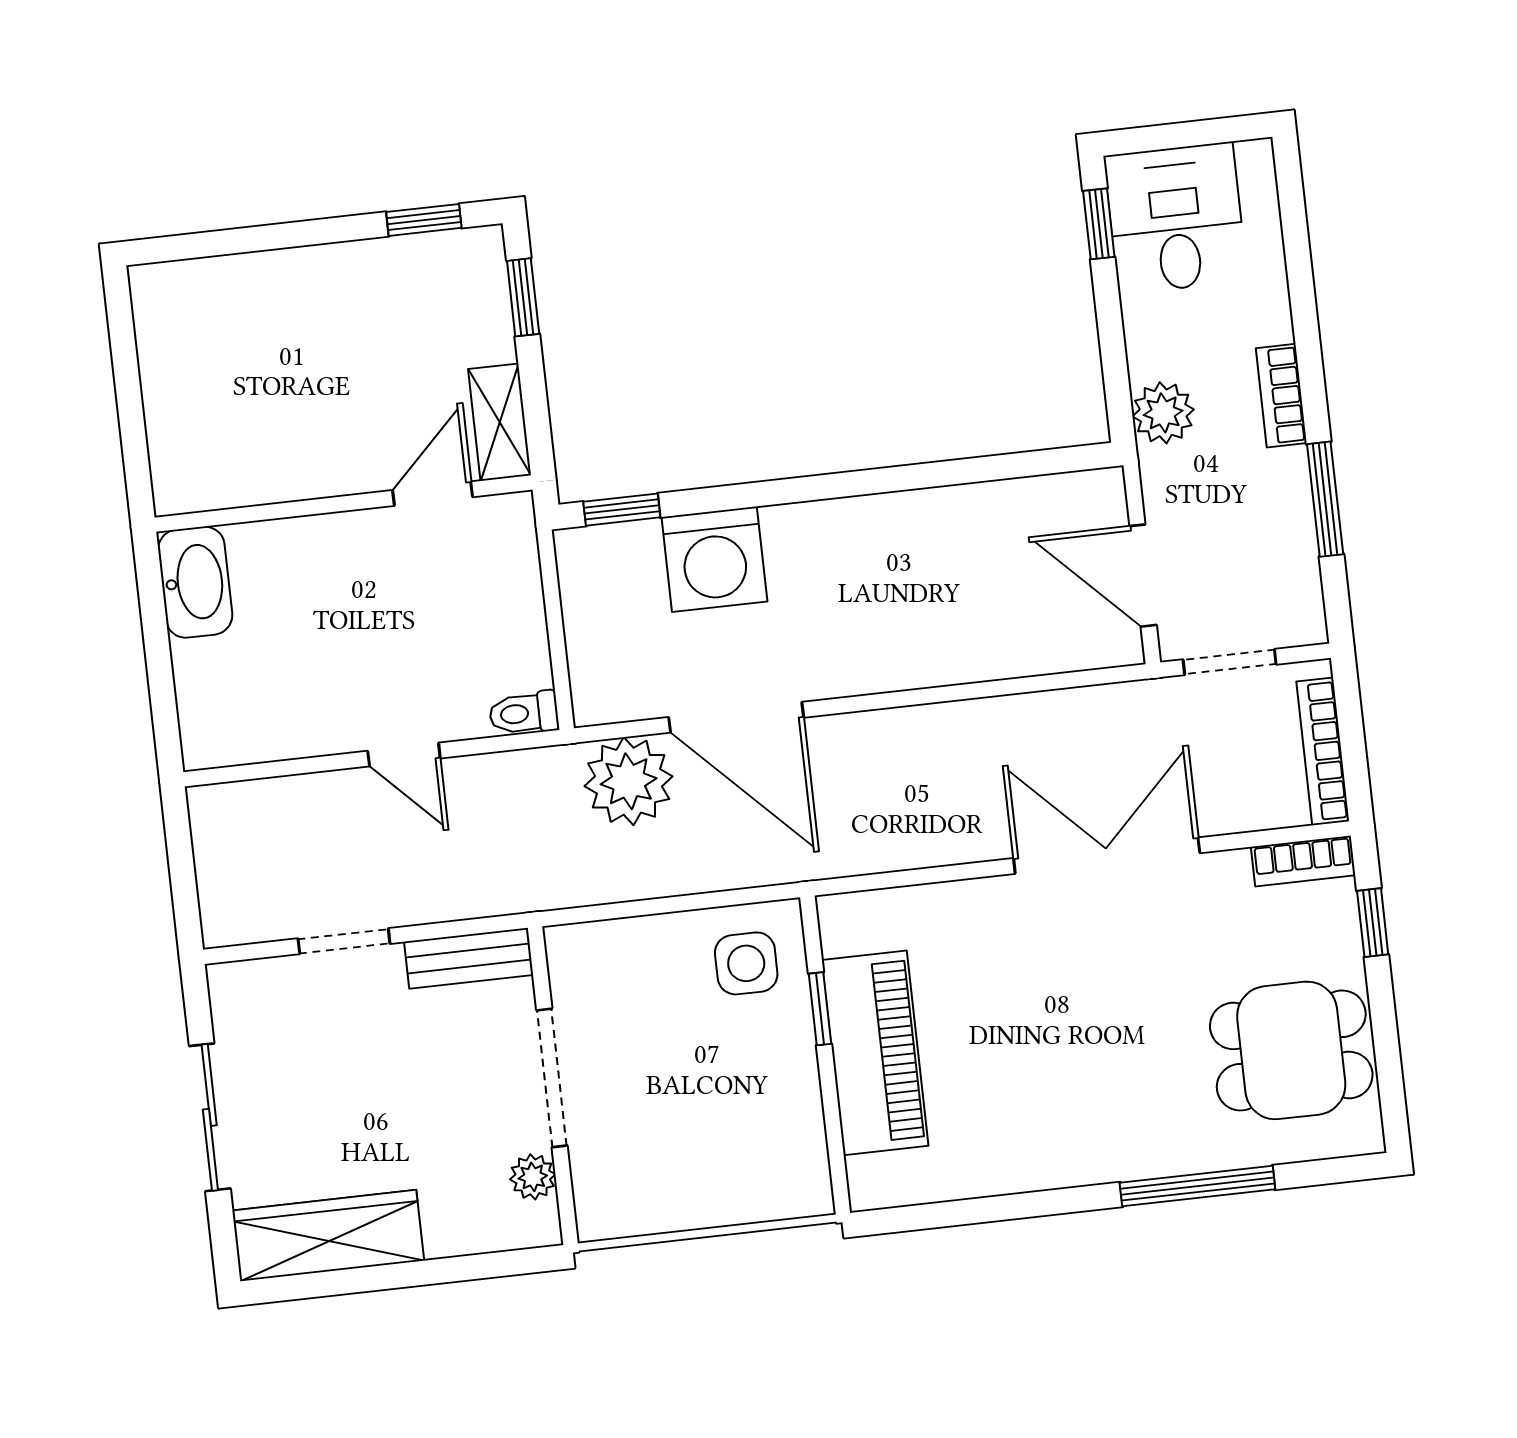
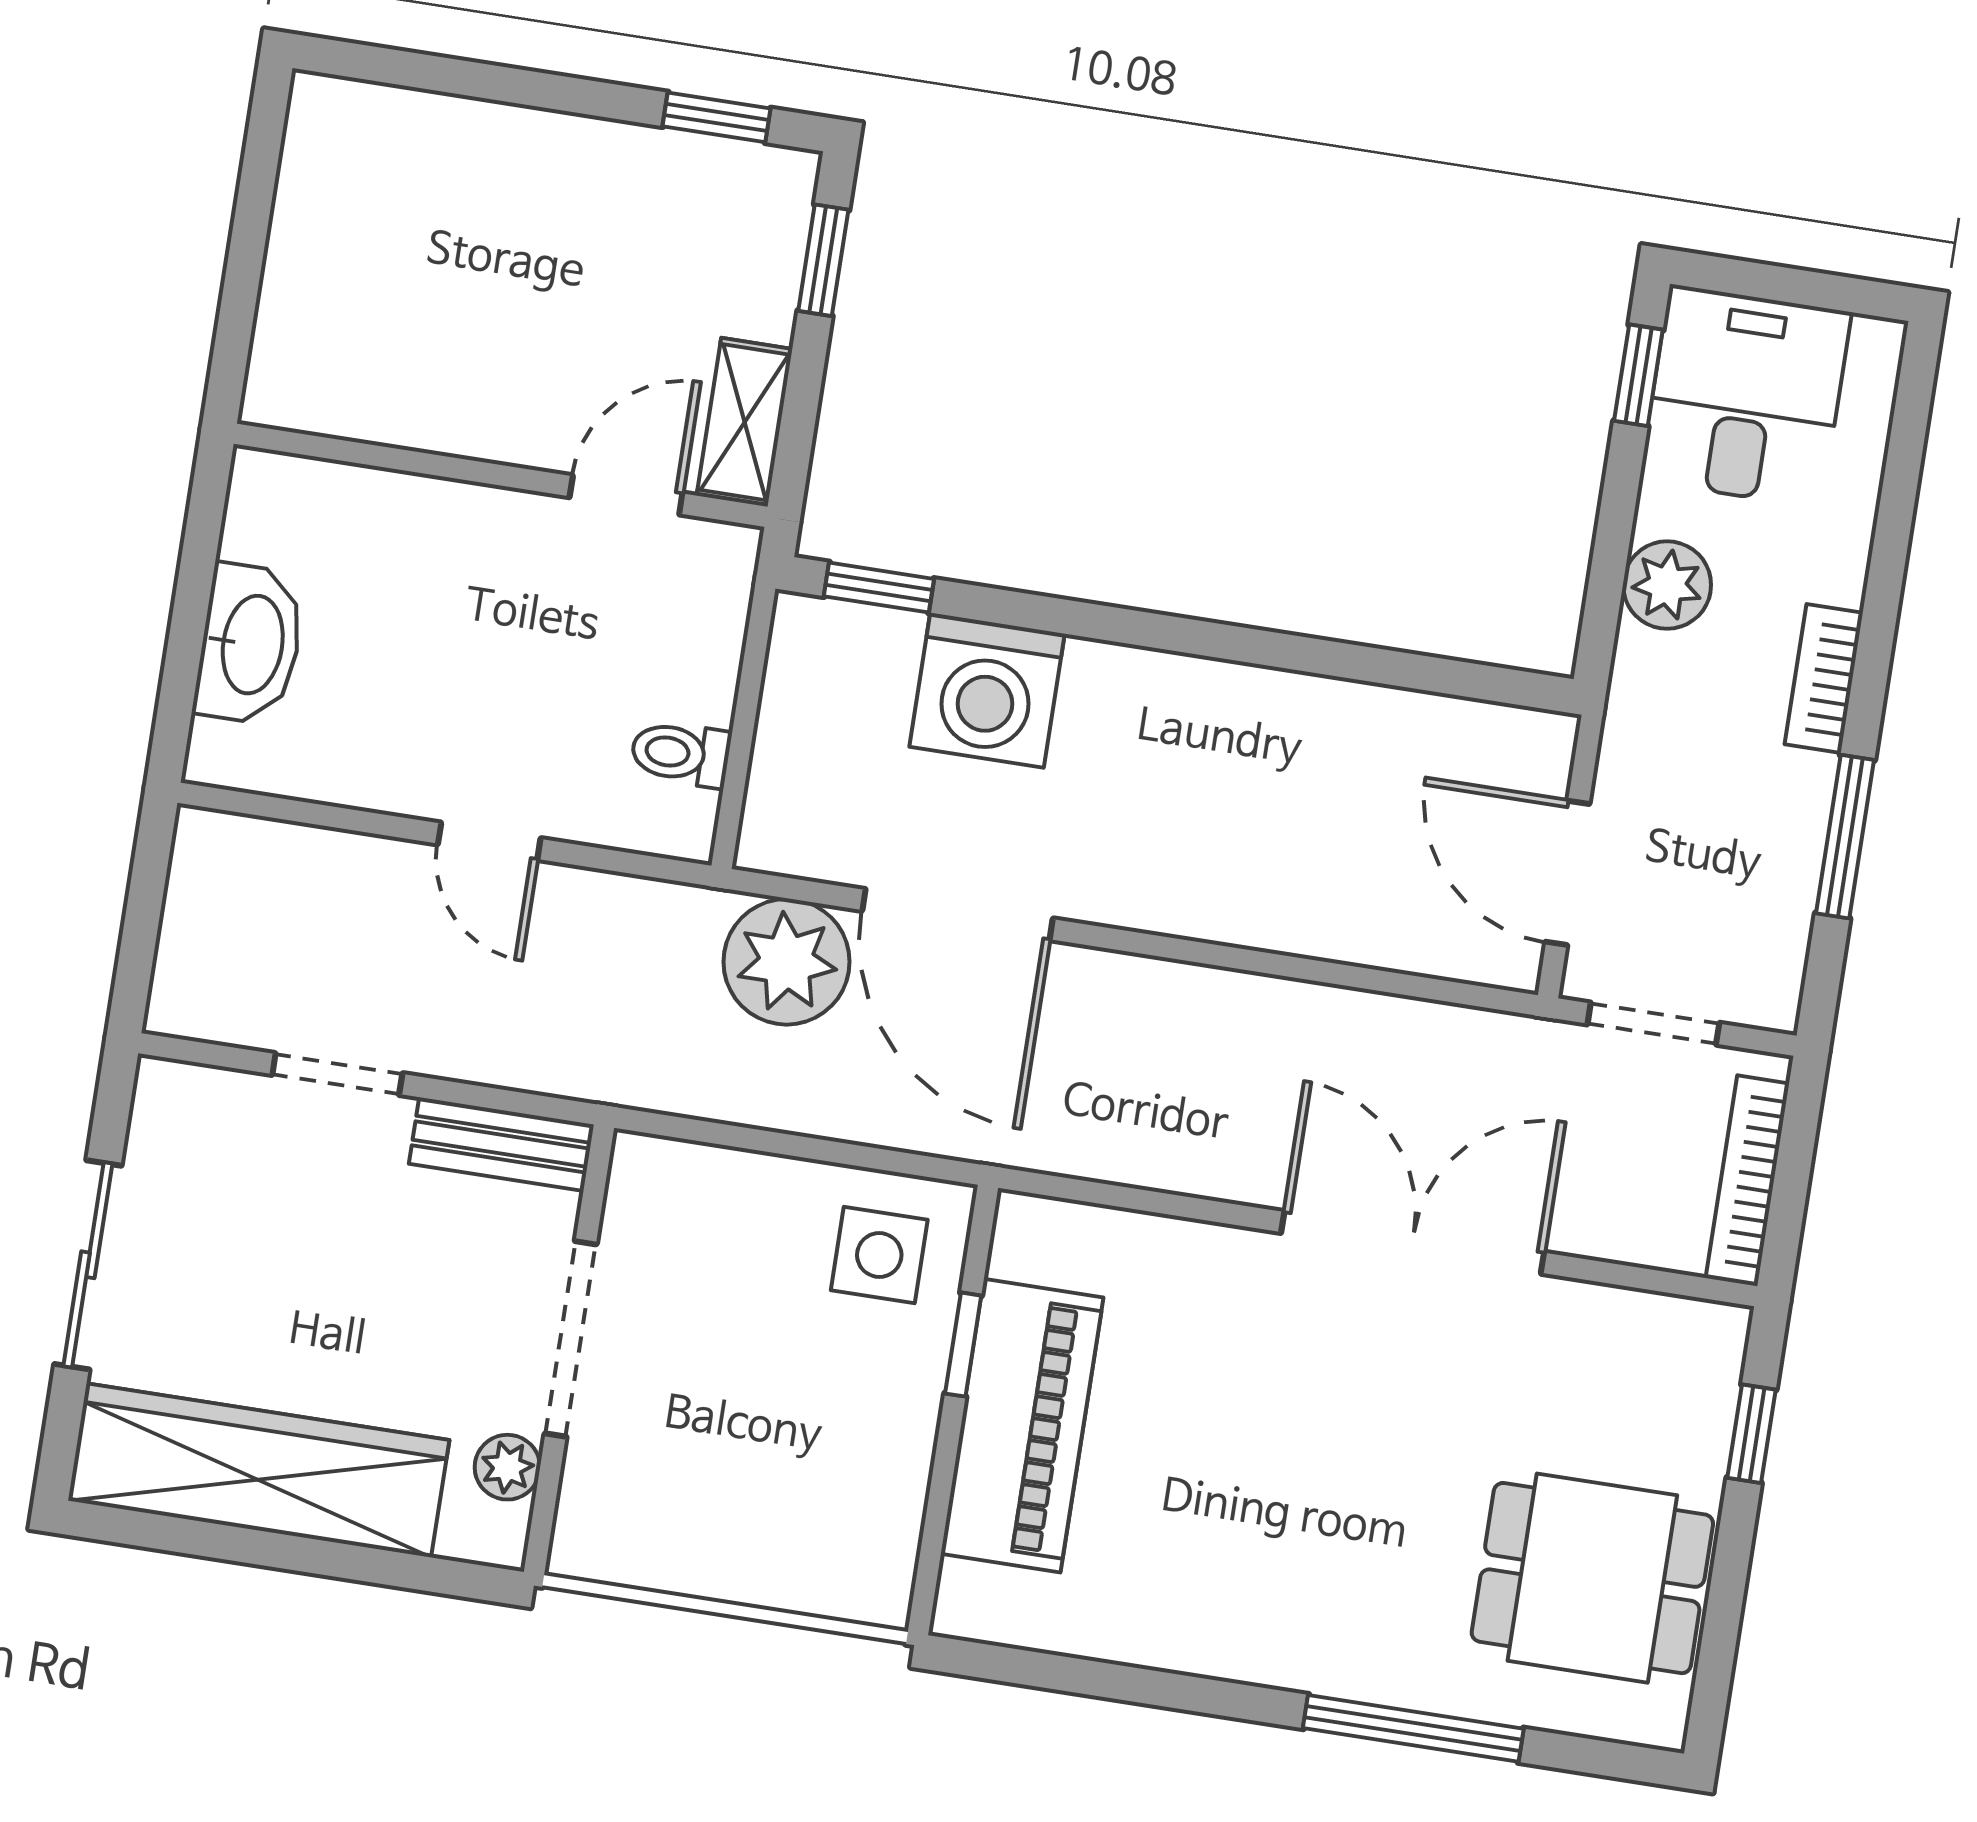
plant: (1163, 413) -> (1667, 585), moved
washbasin: (195, 582) -> (250, 644), moved
toilet: (524, 713) -> (681, 754), moved
bookcase: (1303, 861) -> (1679, 1323), removed
wardrobe: (328, 1236) -> (259, 1470), width x1.40, depth x1.17

